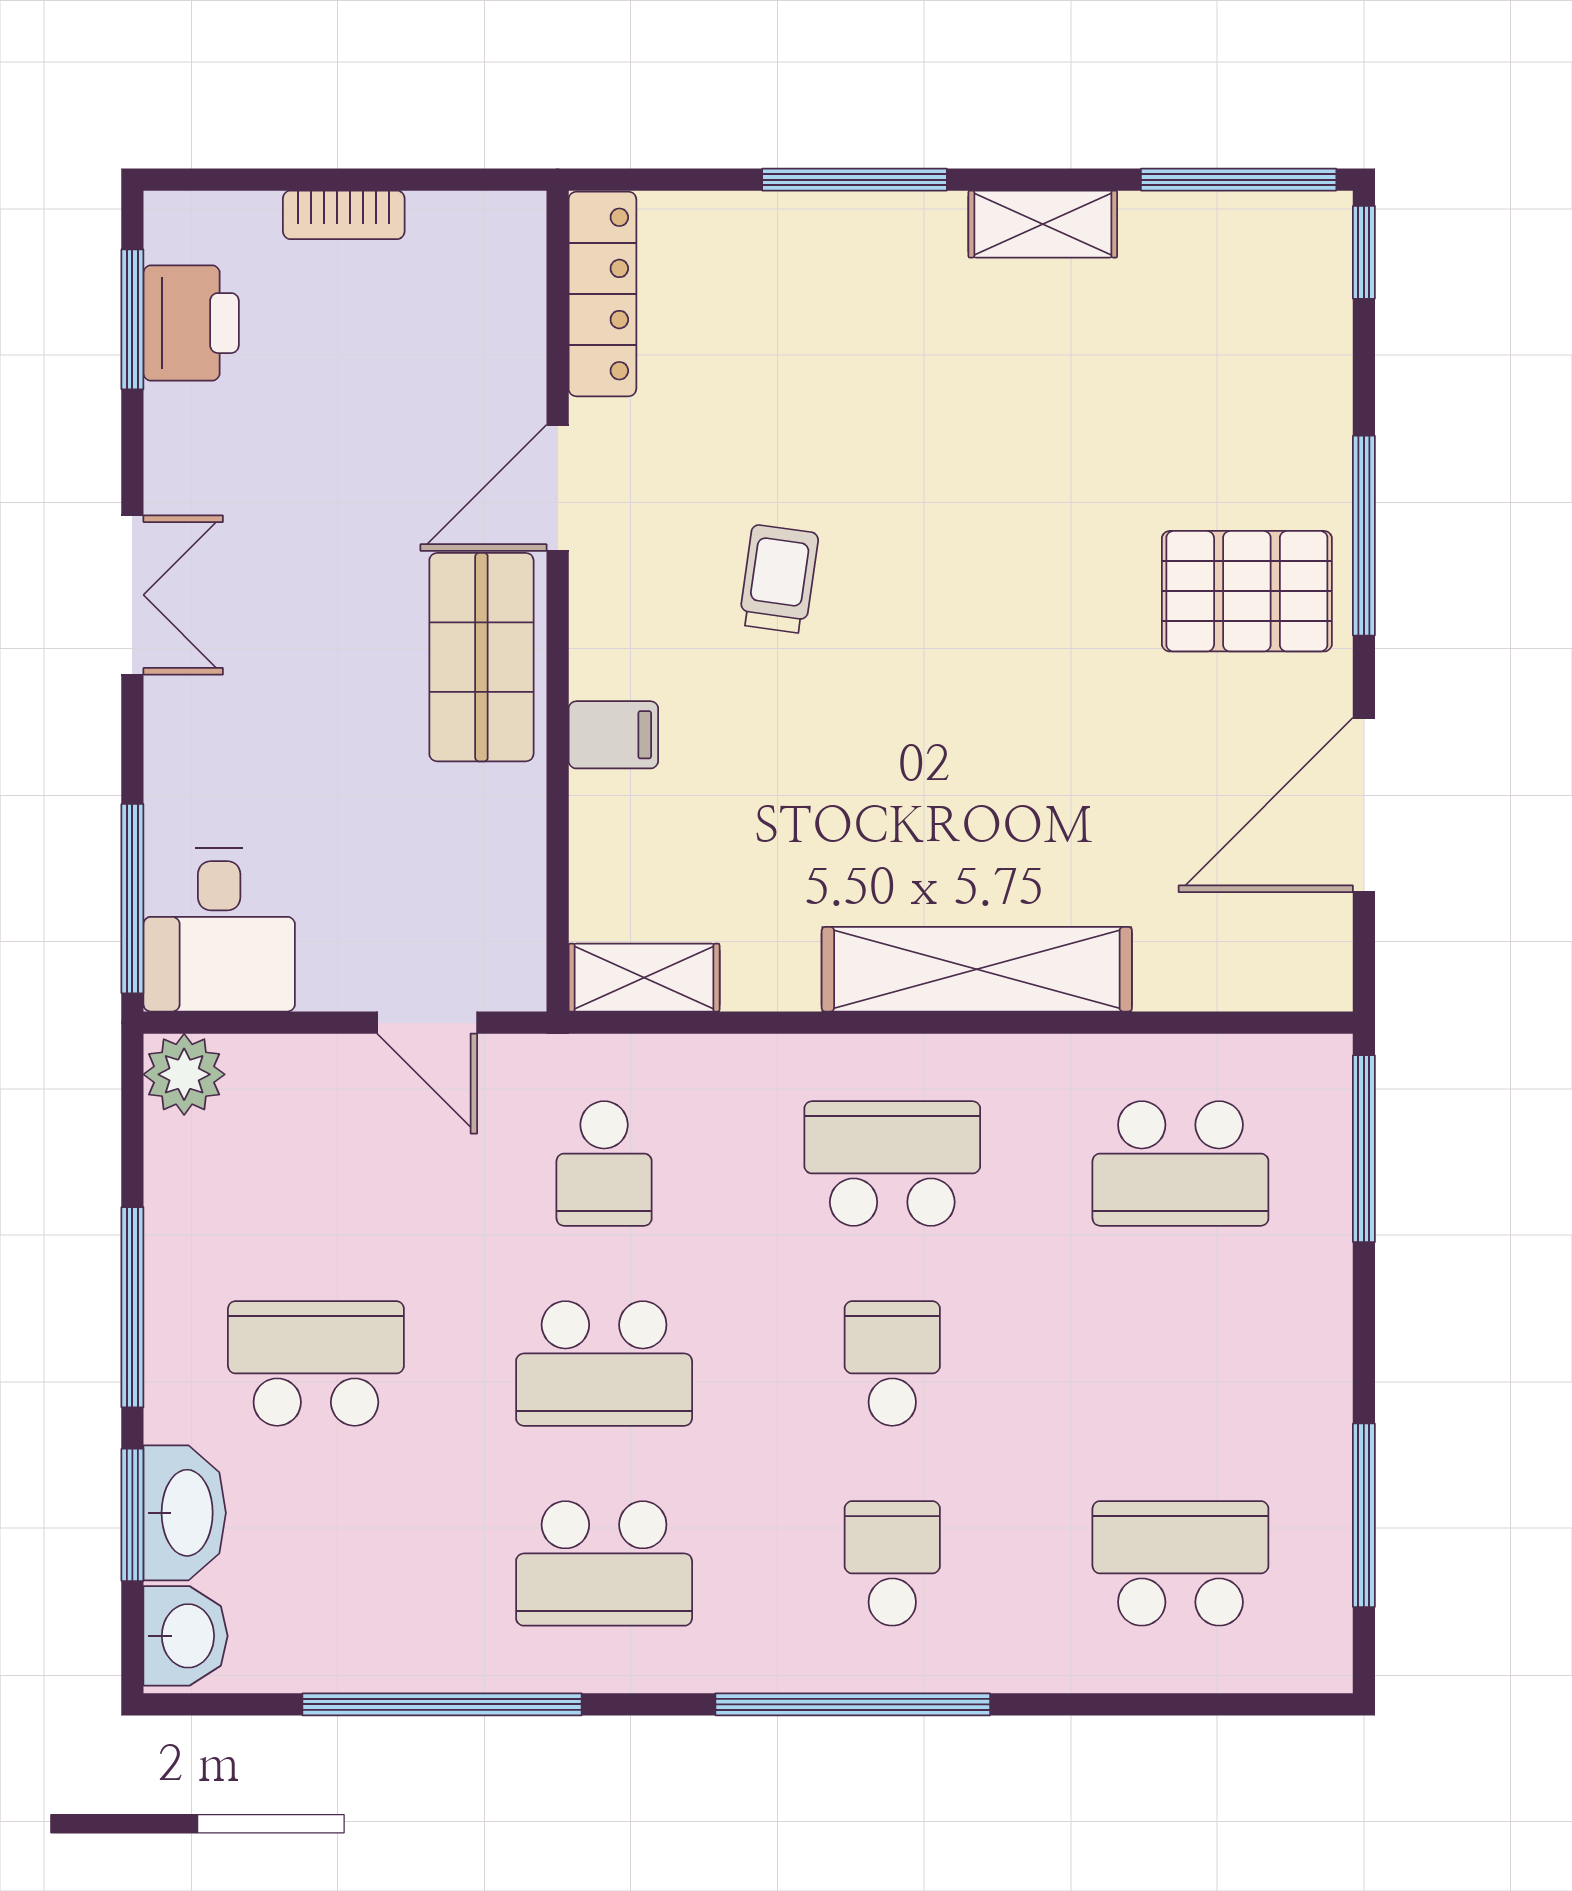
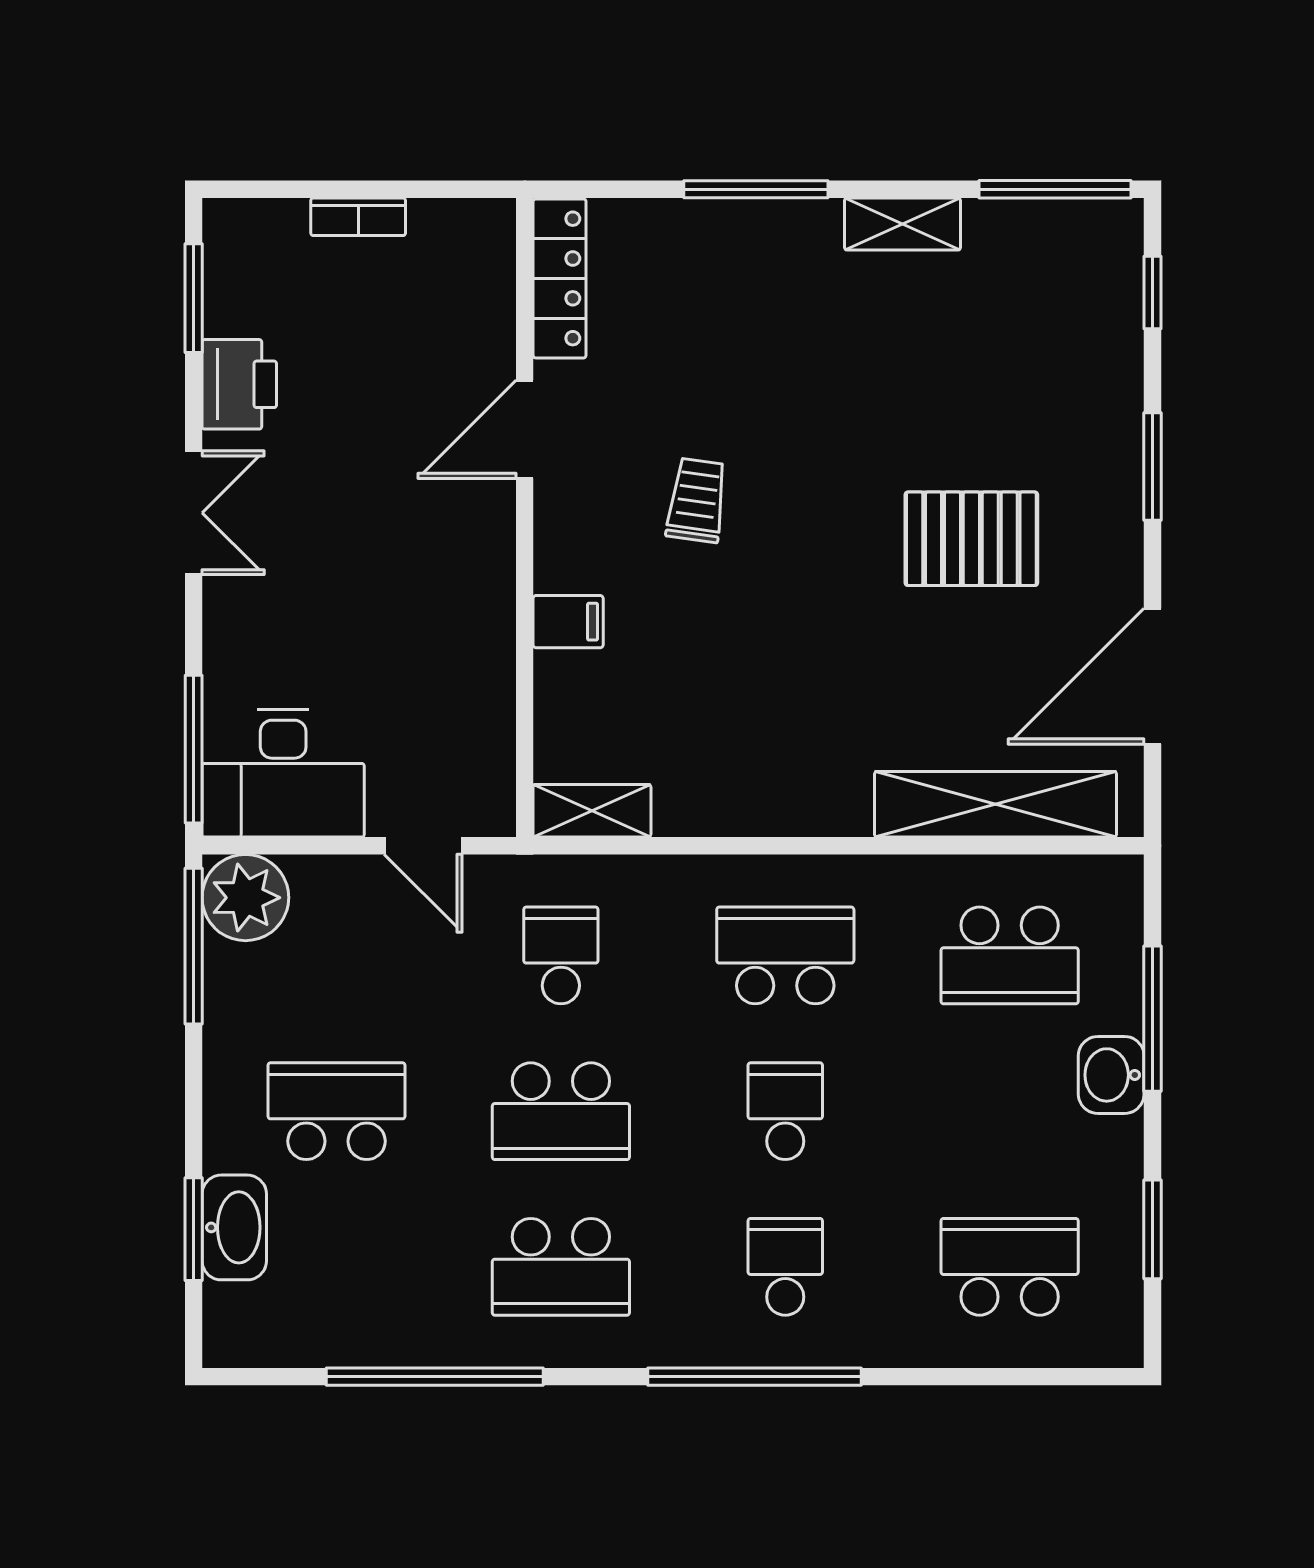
window: (1364, 252) -> (1153, 293), moved
printer: (191, 323) -> (239, 384), moved
window: (1364, 536) -> (1153, 467), width x0.69
pallet: (1247, 591) -> (971, 539), moved
shop shelf: (481, 657) -> (465, 561), removed
desk: (219, 930) -> (283, 774), width x1.37
shelving: (977, 969) -> (996, 804), moved
plant: (184, 1074) -> (245, 898), width x1.36, depth x1.36
window: (1364, 1149) -> (1153, 1019), moved
school desk: (604, 1163) -> (561, 955), turned 180
window: (132, 1307) -> (194, 946), moved
window: (1364, 1515) -> (1153, 1229), width x0.69
washbasin: (185, 1636) -> (1111, 1075), moved, turned 180

